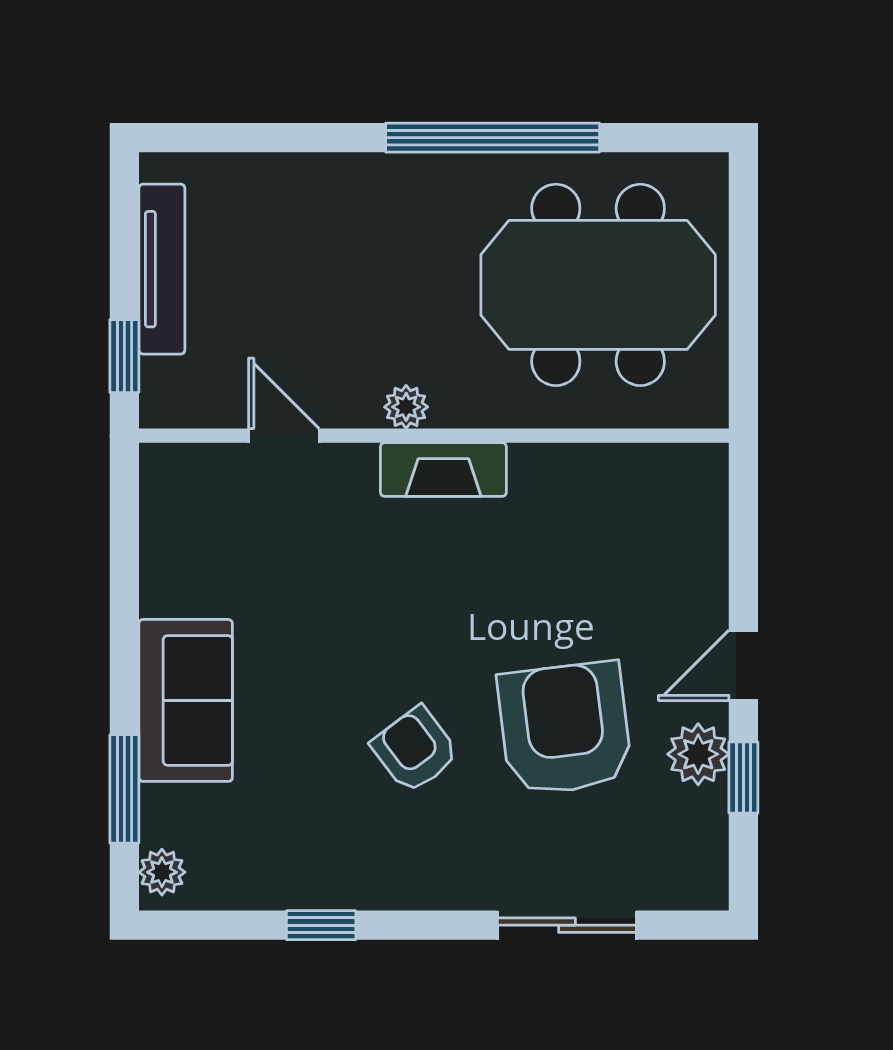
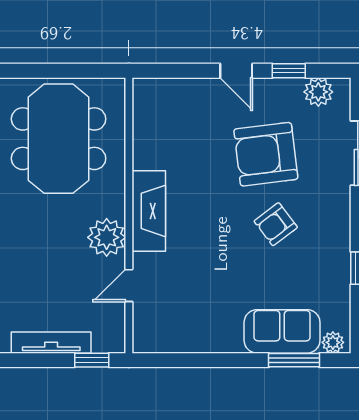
plant: (406, 407) -> (107, 237), width x1.88, depth x1.88
fireplace: (443, 469) -> (149, 211), width x1.37, depth x1.32
sofa: (186, 700) -> (282, 331), moved
plant: (698, 754) -> (318, 92), moved

